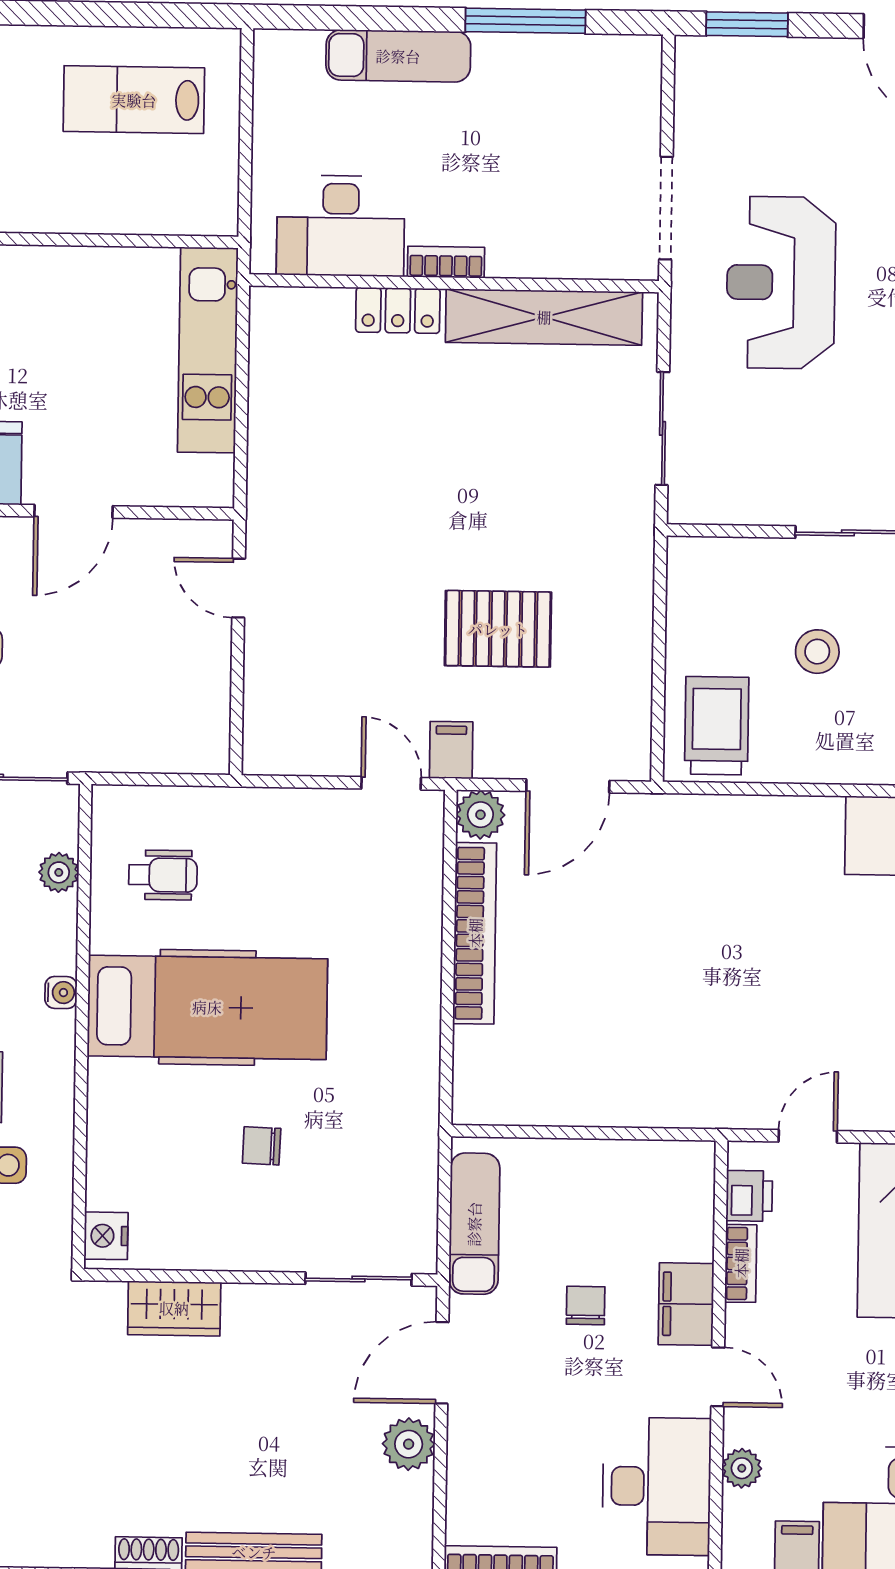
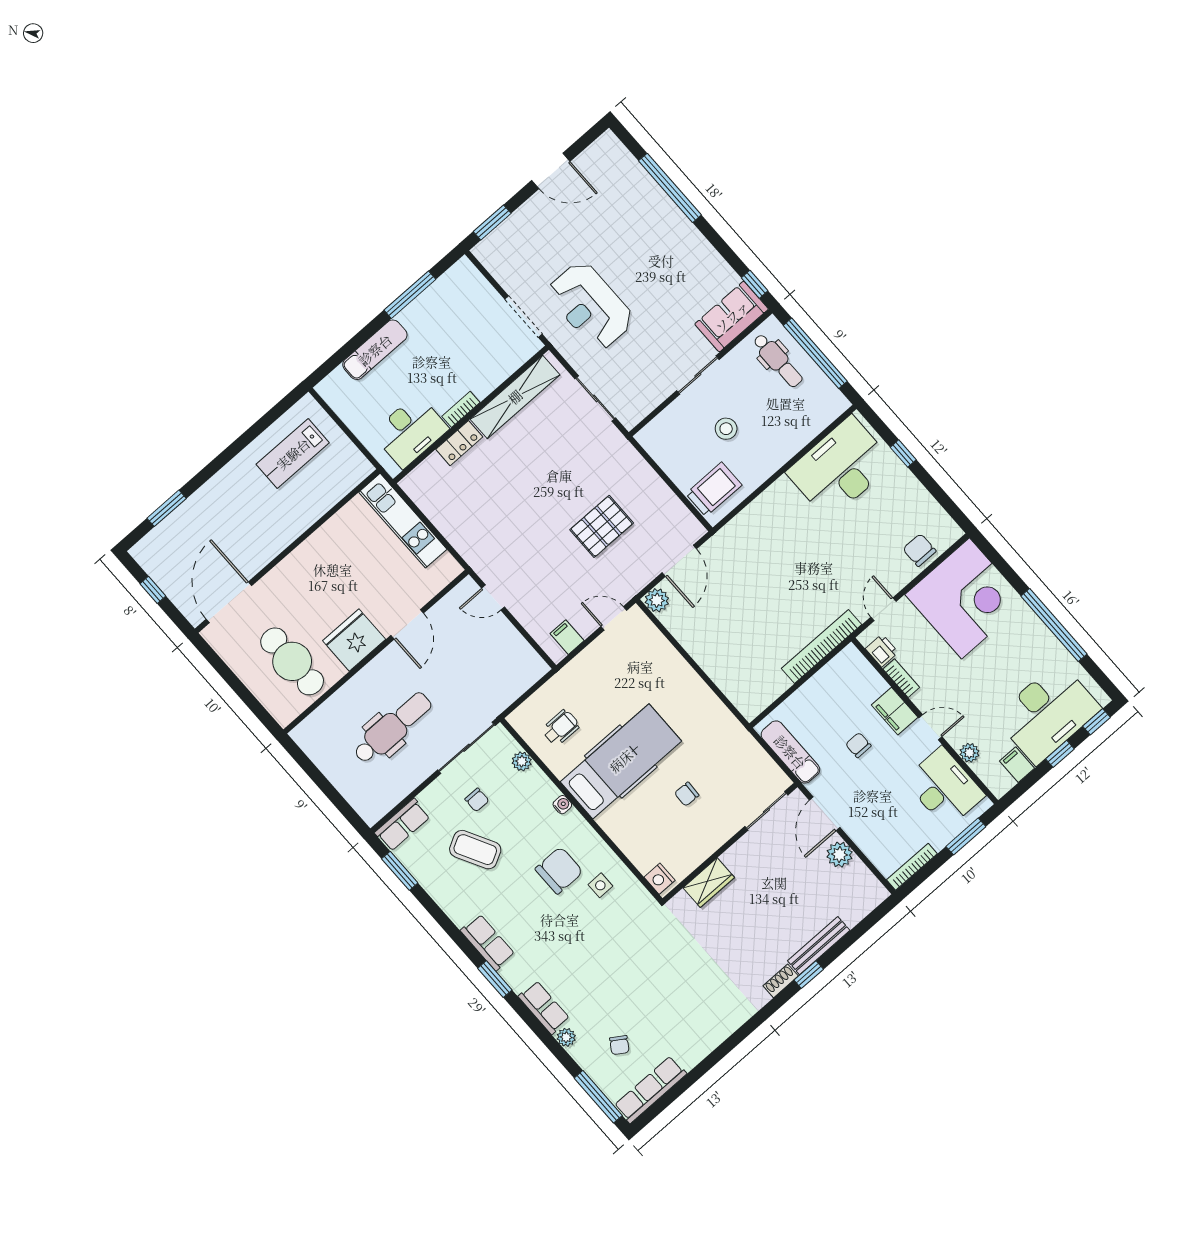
trolley: (717, 726) -> (714, 489), turned 90
filing cabinet: (451, 750) -> (567, 637), moved
bookcase: (475, 933) -> (822, 646), moved, turned -90

